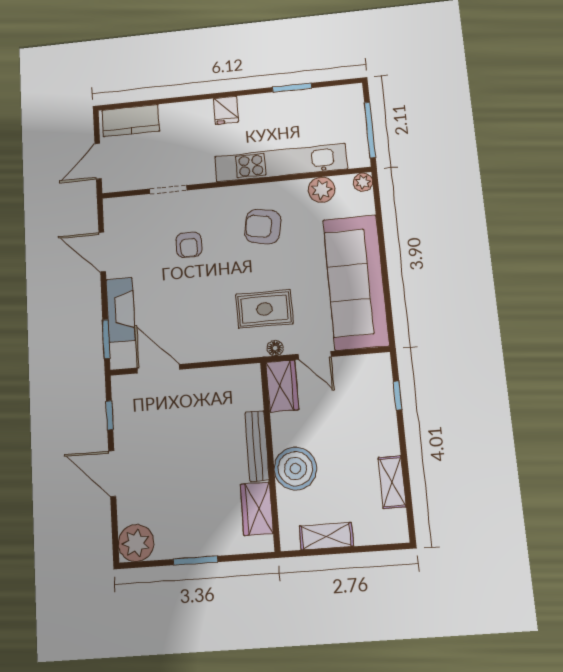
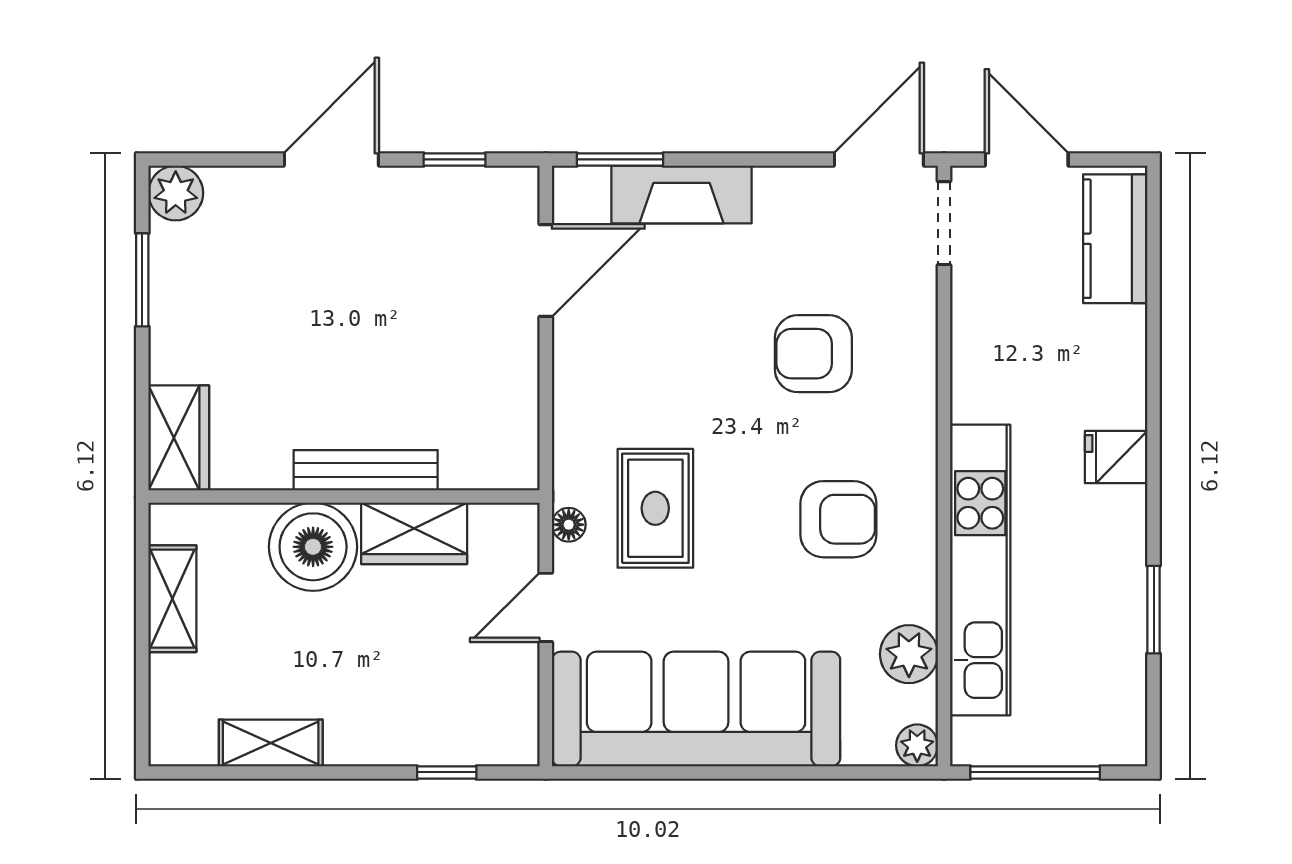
doorway: (168, 189) -> (944, 223), moved
armchair: (263, 227) -> (838, 519), turned 79
armchair: (189, 245) -> (813, 354), width x1.38, depth x1.38
door: (102, 252) -> (879, 159), moved
wardrobe: (282, 386) -> (414, 533), moved
wardrobe: (257, 509) -> (179, 438), moved, turned 90
plant: (136, 543) -> (176, 193), width x0.73, depth x0.73
window: (195, 561) -> (142, 280), moved

